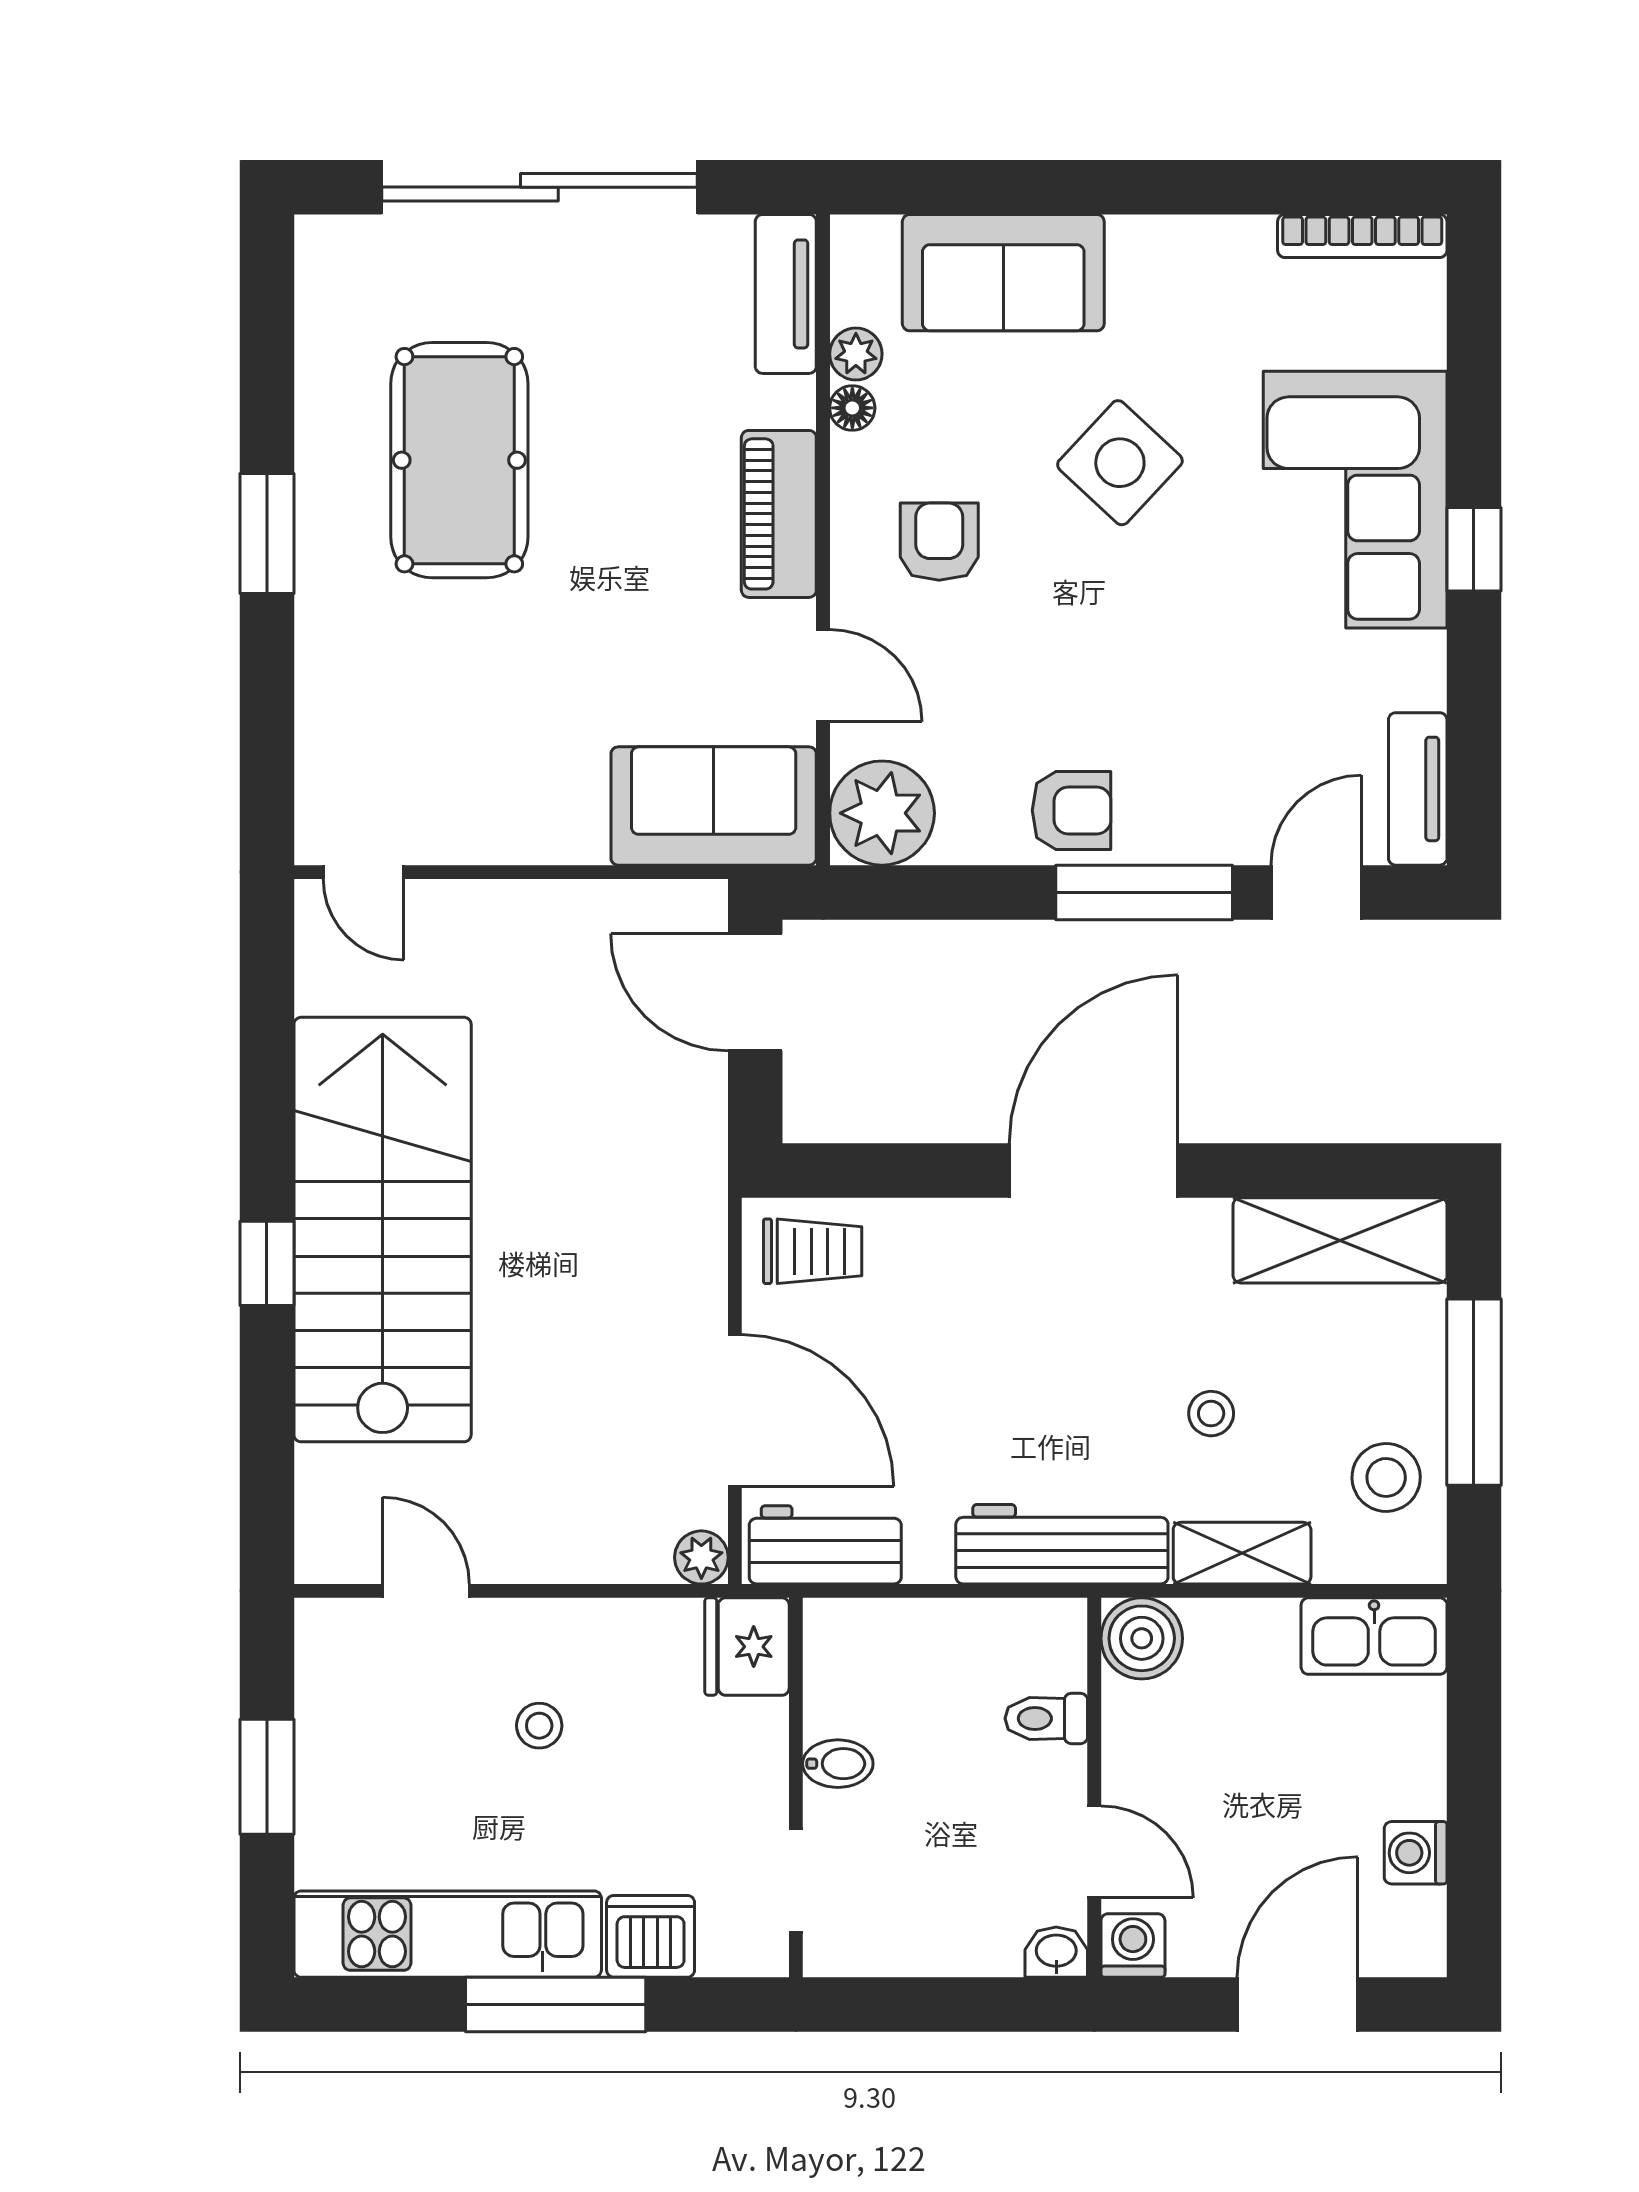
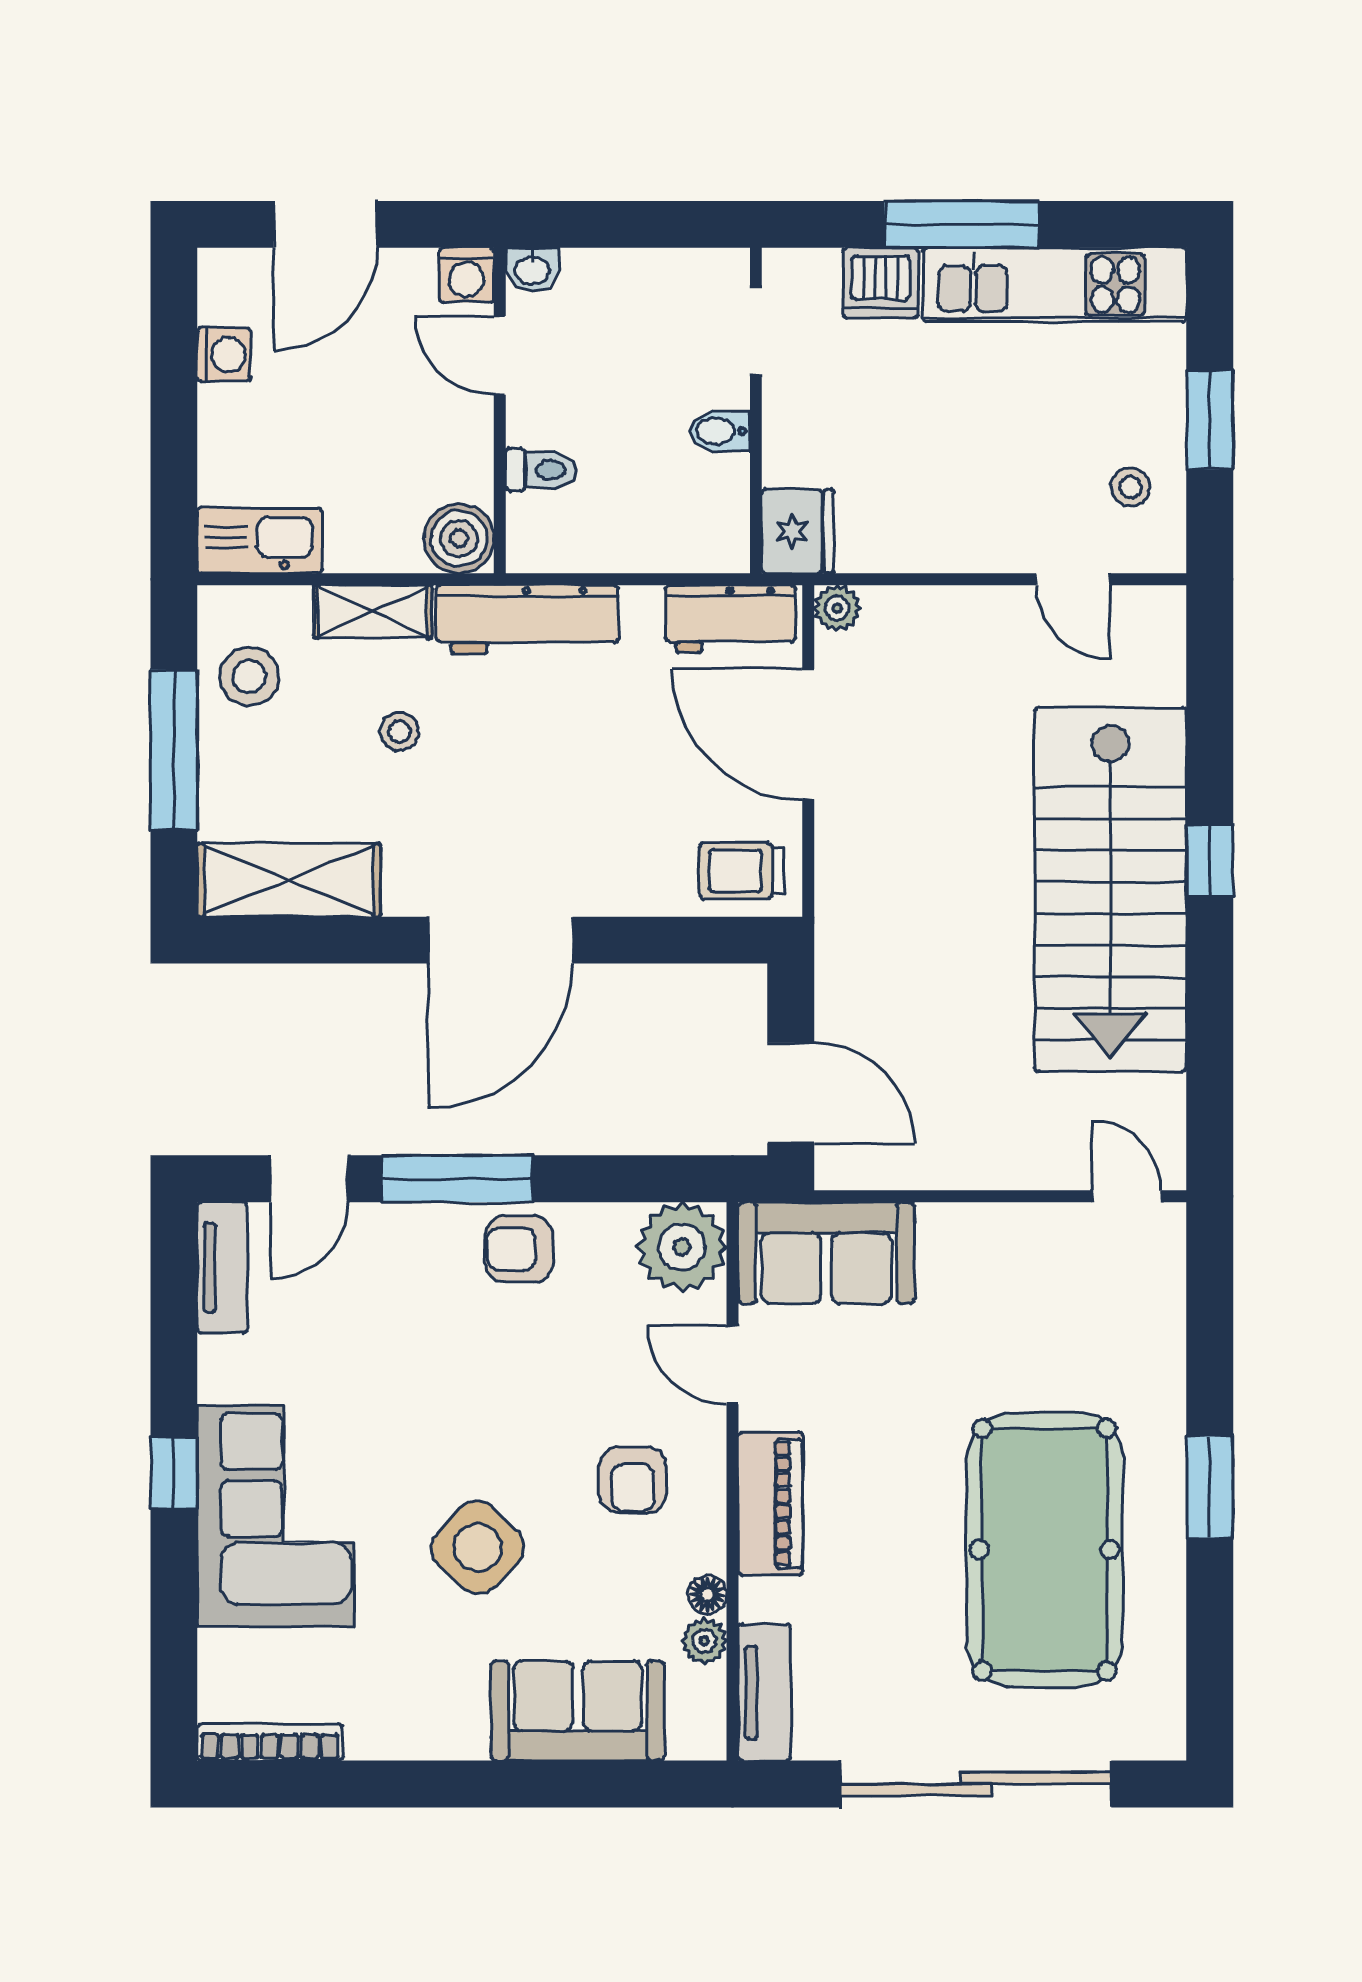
pool table: (459, 460) -> (1045, 1550), width x1.36, depth x1.32
stool: (539, 1726) -> (1131, 487), moved

